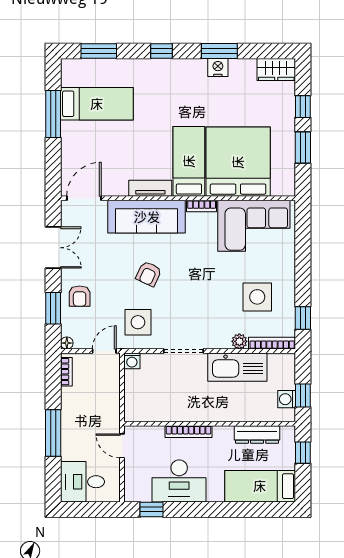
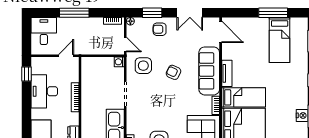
plant: (239, 341) -> (131, 129), removed

